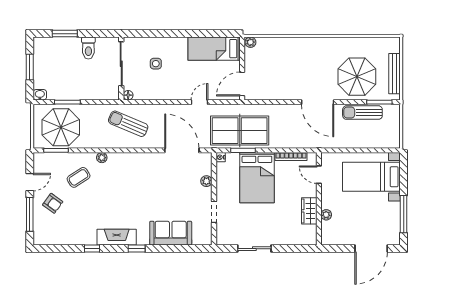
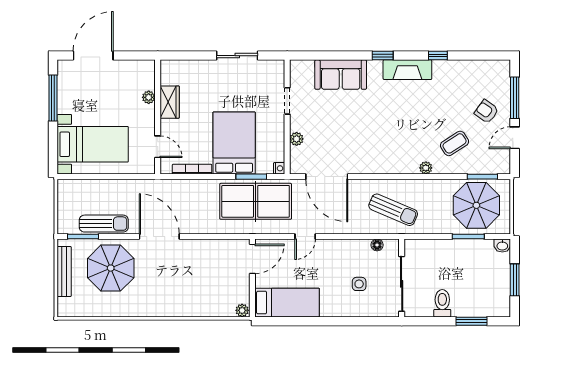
floor lamp: (128, 95) -> (377, 245), moved

